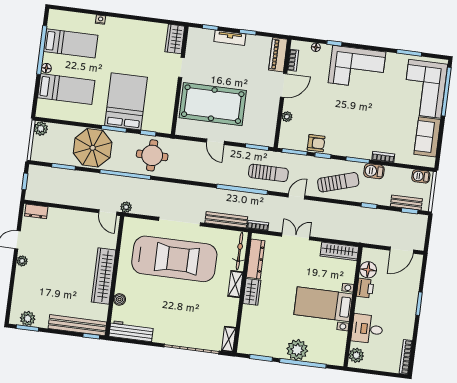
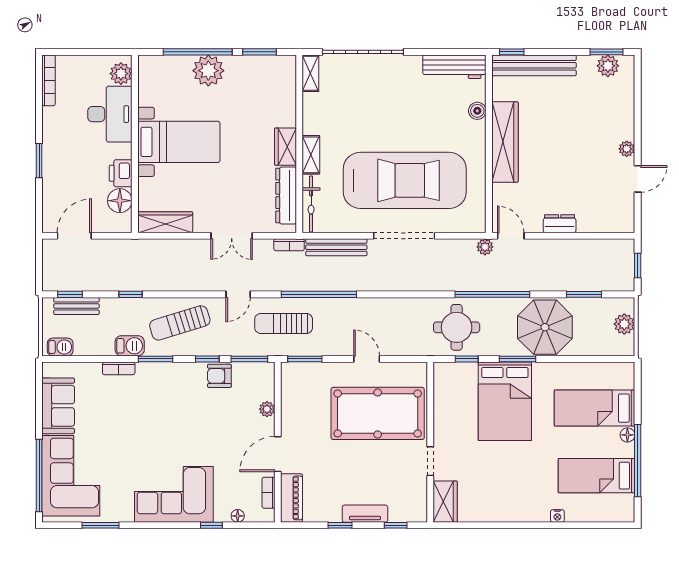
plant: (41, 129) -> (624, 324), moved
dresser: (36, 211) -> (560, 224), moved
car: (174, 259) -> (405, 180), turned 180
desk: (367, 329) -> (110, 114), width x1.37

